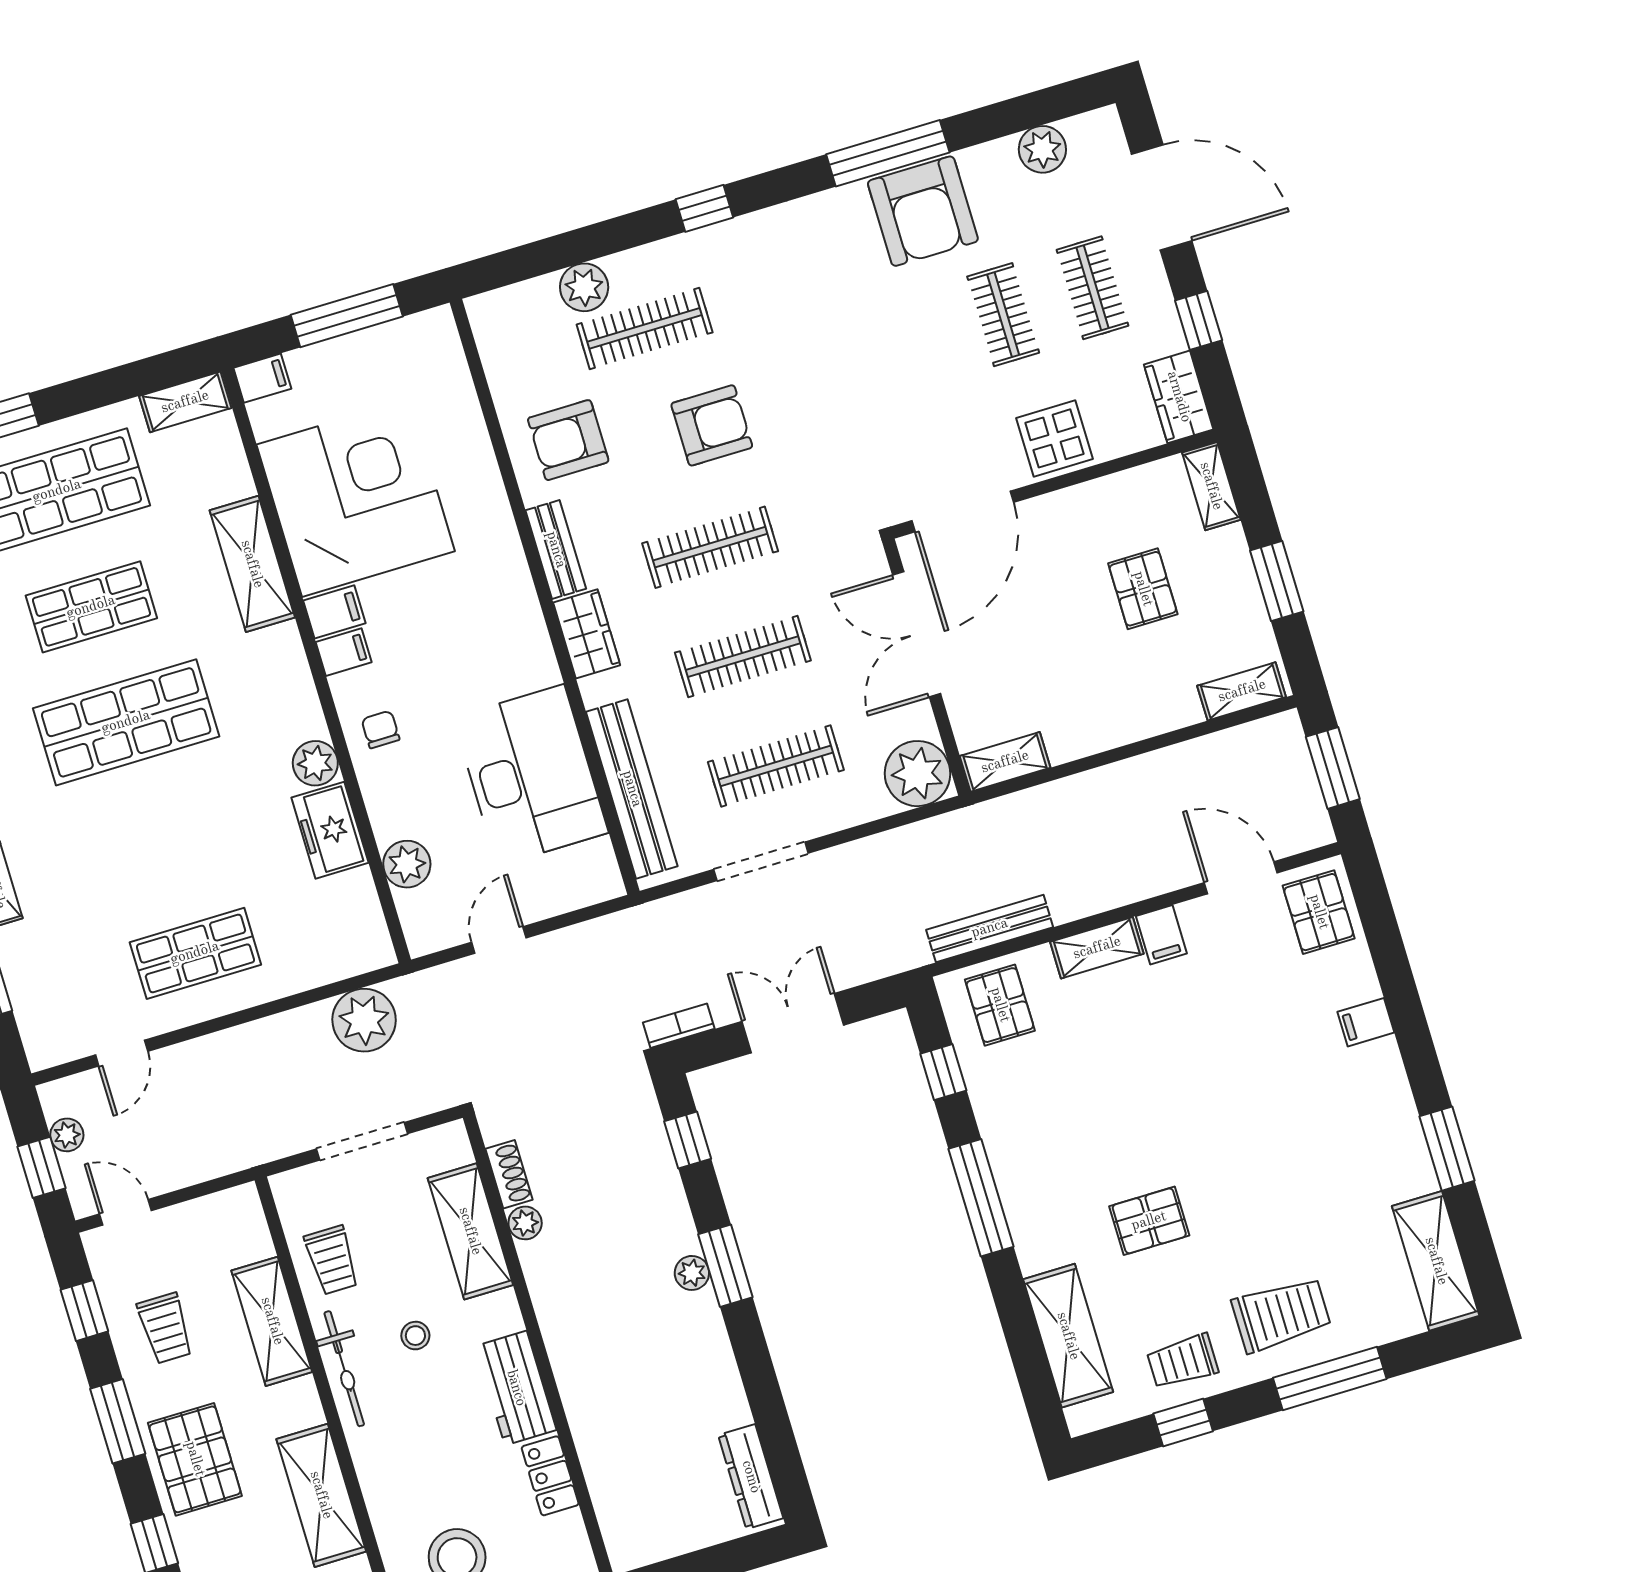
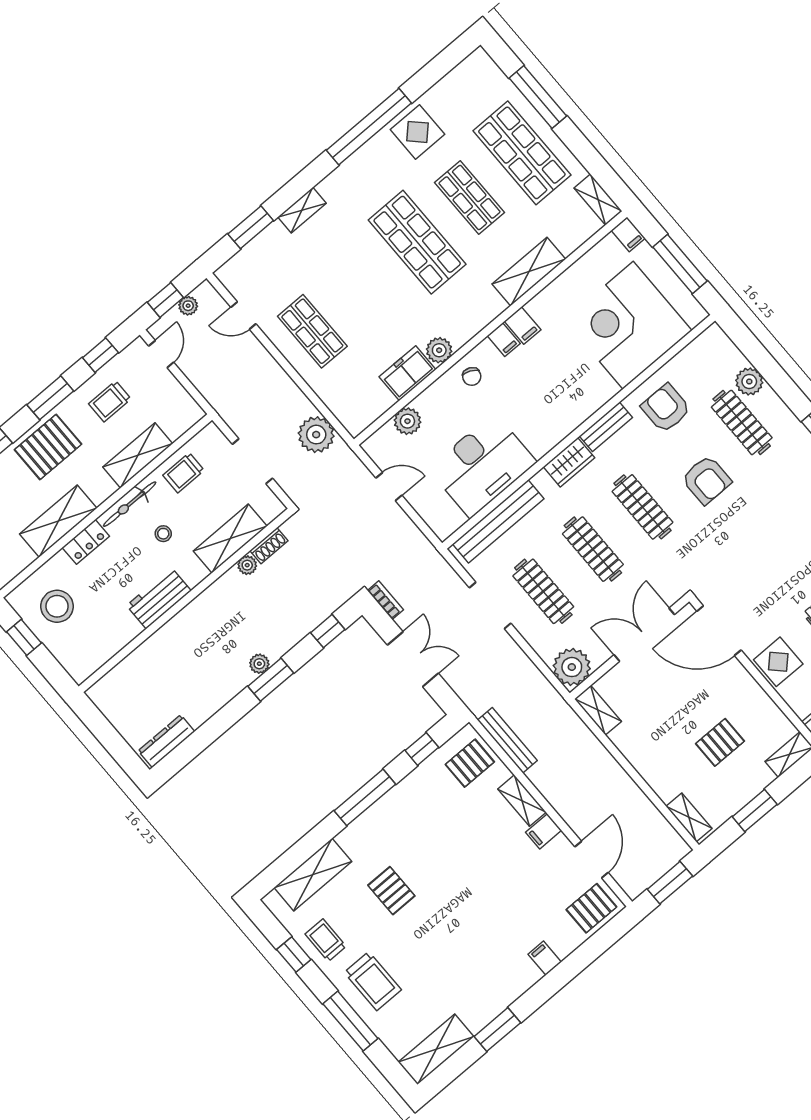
corner desk: (356, 498) -> (628, 325), moved, turned 180
chair: (380, 729) -> (472, 377), turned 115
locker: (550, 1476) -> (86, 542), moved, turned 180

